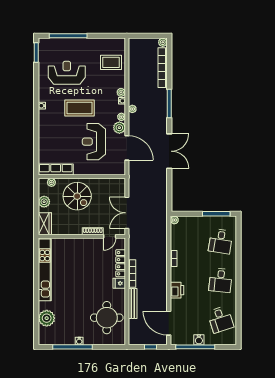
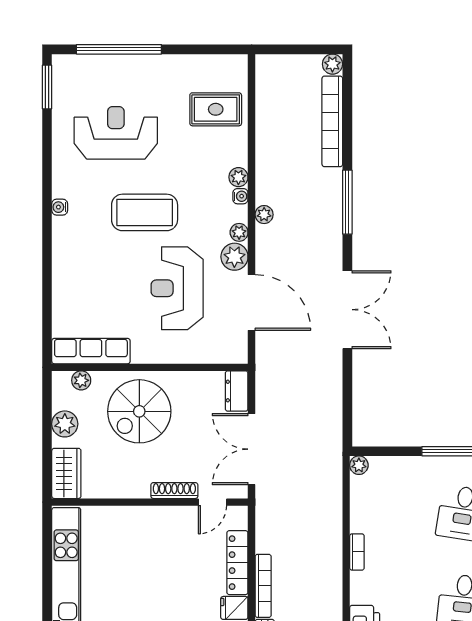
dresser: (120, 187) -> (237, 391), added
spiral stairs: (77, 196) -> (139, 411), turned 90

